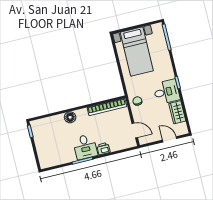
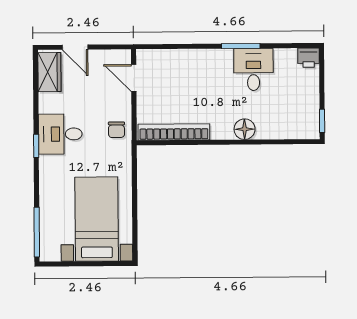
wardrobe: (177, 112) -> (49, 72), moved
desk: (85, 147) -> (253, 69), moved
printer: (103, 149) -> (309, 58), moved

